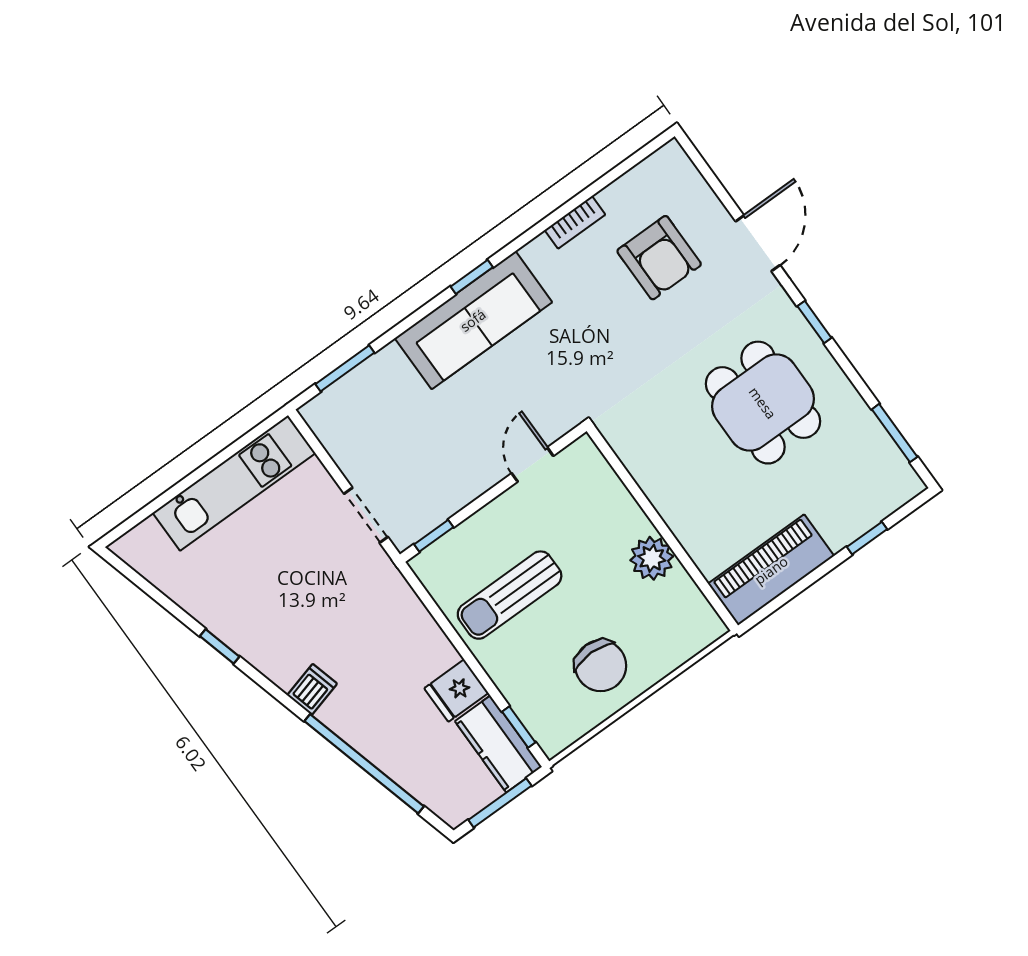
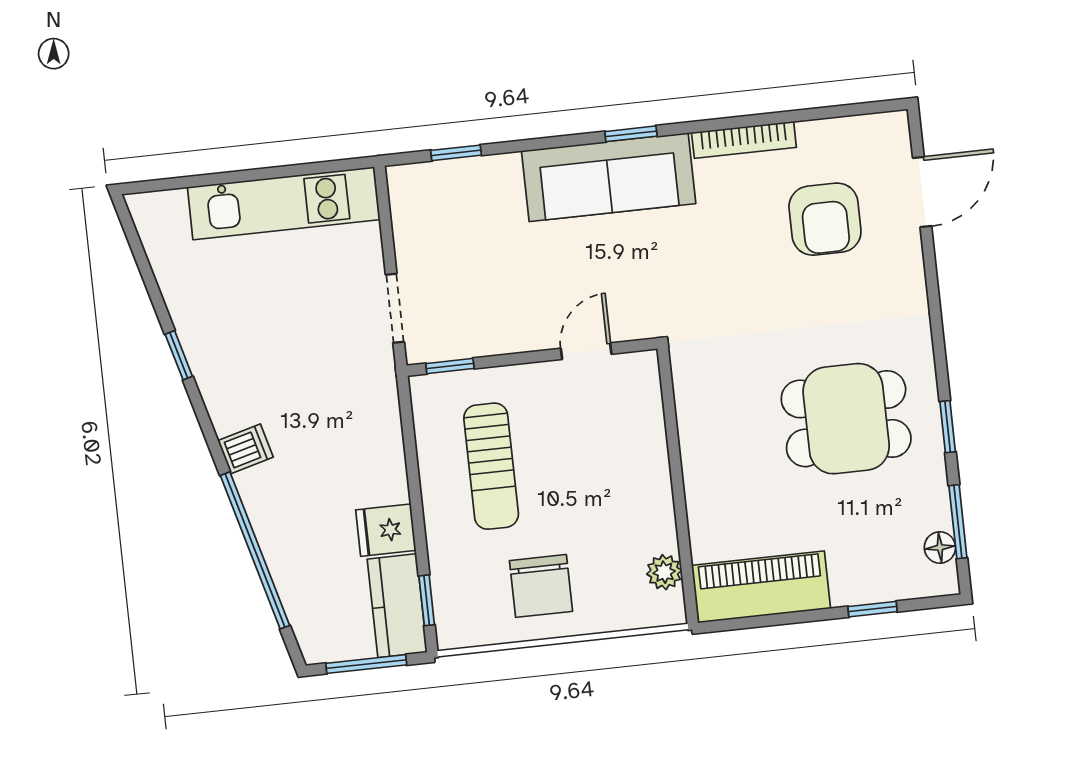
bookcase: (575, 222) -> (744, 140), width x1.56
door: (758, 243) -> (922, 192), moved
window: (814, 322) -> (948, 427), moved
window: (345, 368) -> (456, 153), width x0.67
dining table: (763, 403) -> (846, 419), turned 90
floor lamp: (892, 461) -> (940, 547), added
plant: (652, 558) -> (664, 572), moved, width x0.73, depth x0.73
sun lounger: (510, 595) -> (491, 466), turned -90

